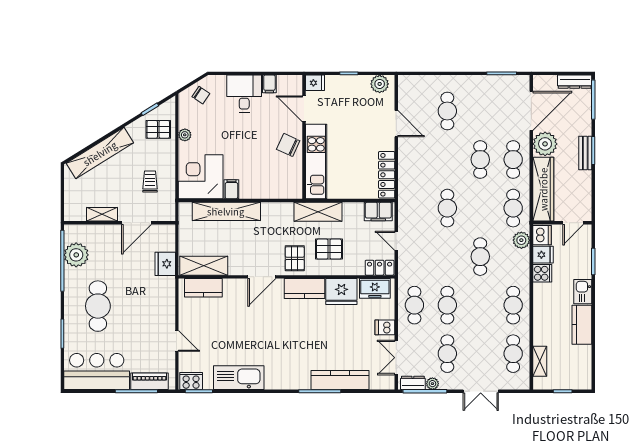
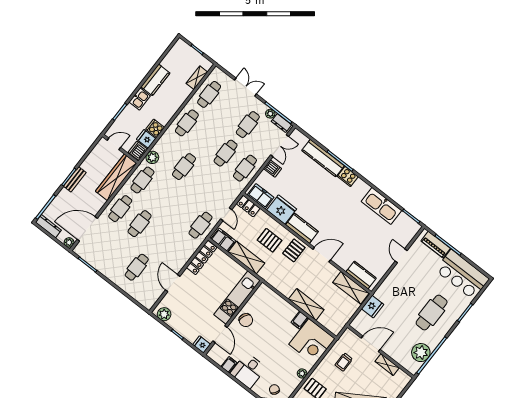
plant: (545, 144) -> (69, 242), moved, width x0.53, depth x0.53
cafe table: (447, 208) -> (200, 225), moved
shelving: (226, 211) -> (306, 304), width x0.68
shelving: (318, 212) -> (246, 258), moved
cooker: (191, 381) -> (348, 177), moved

